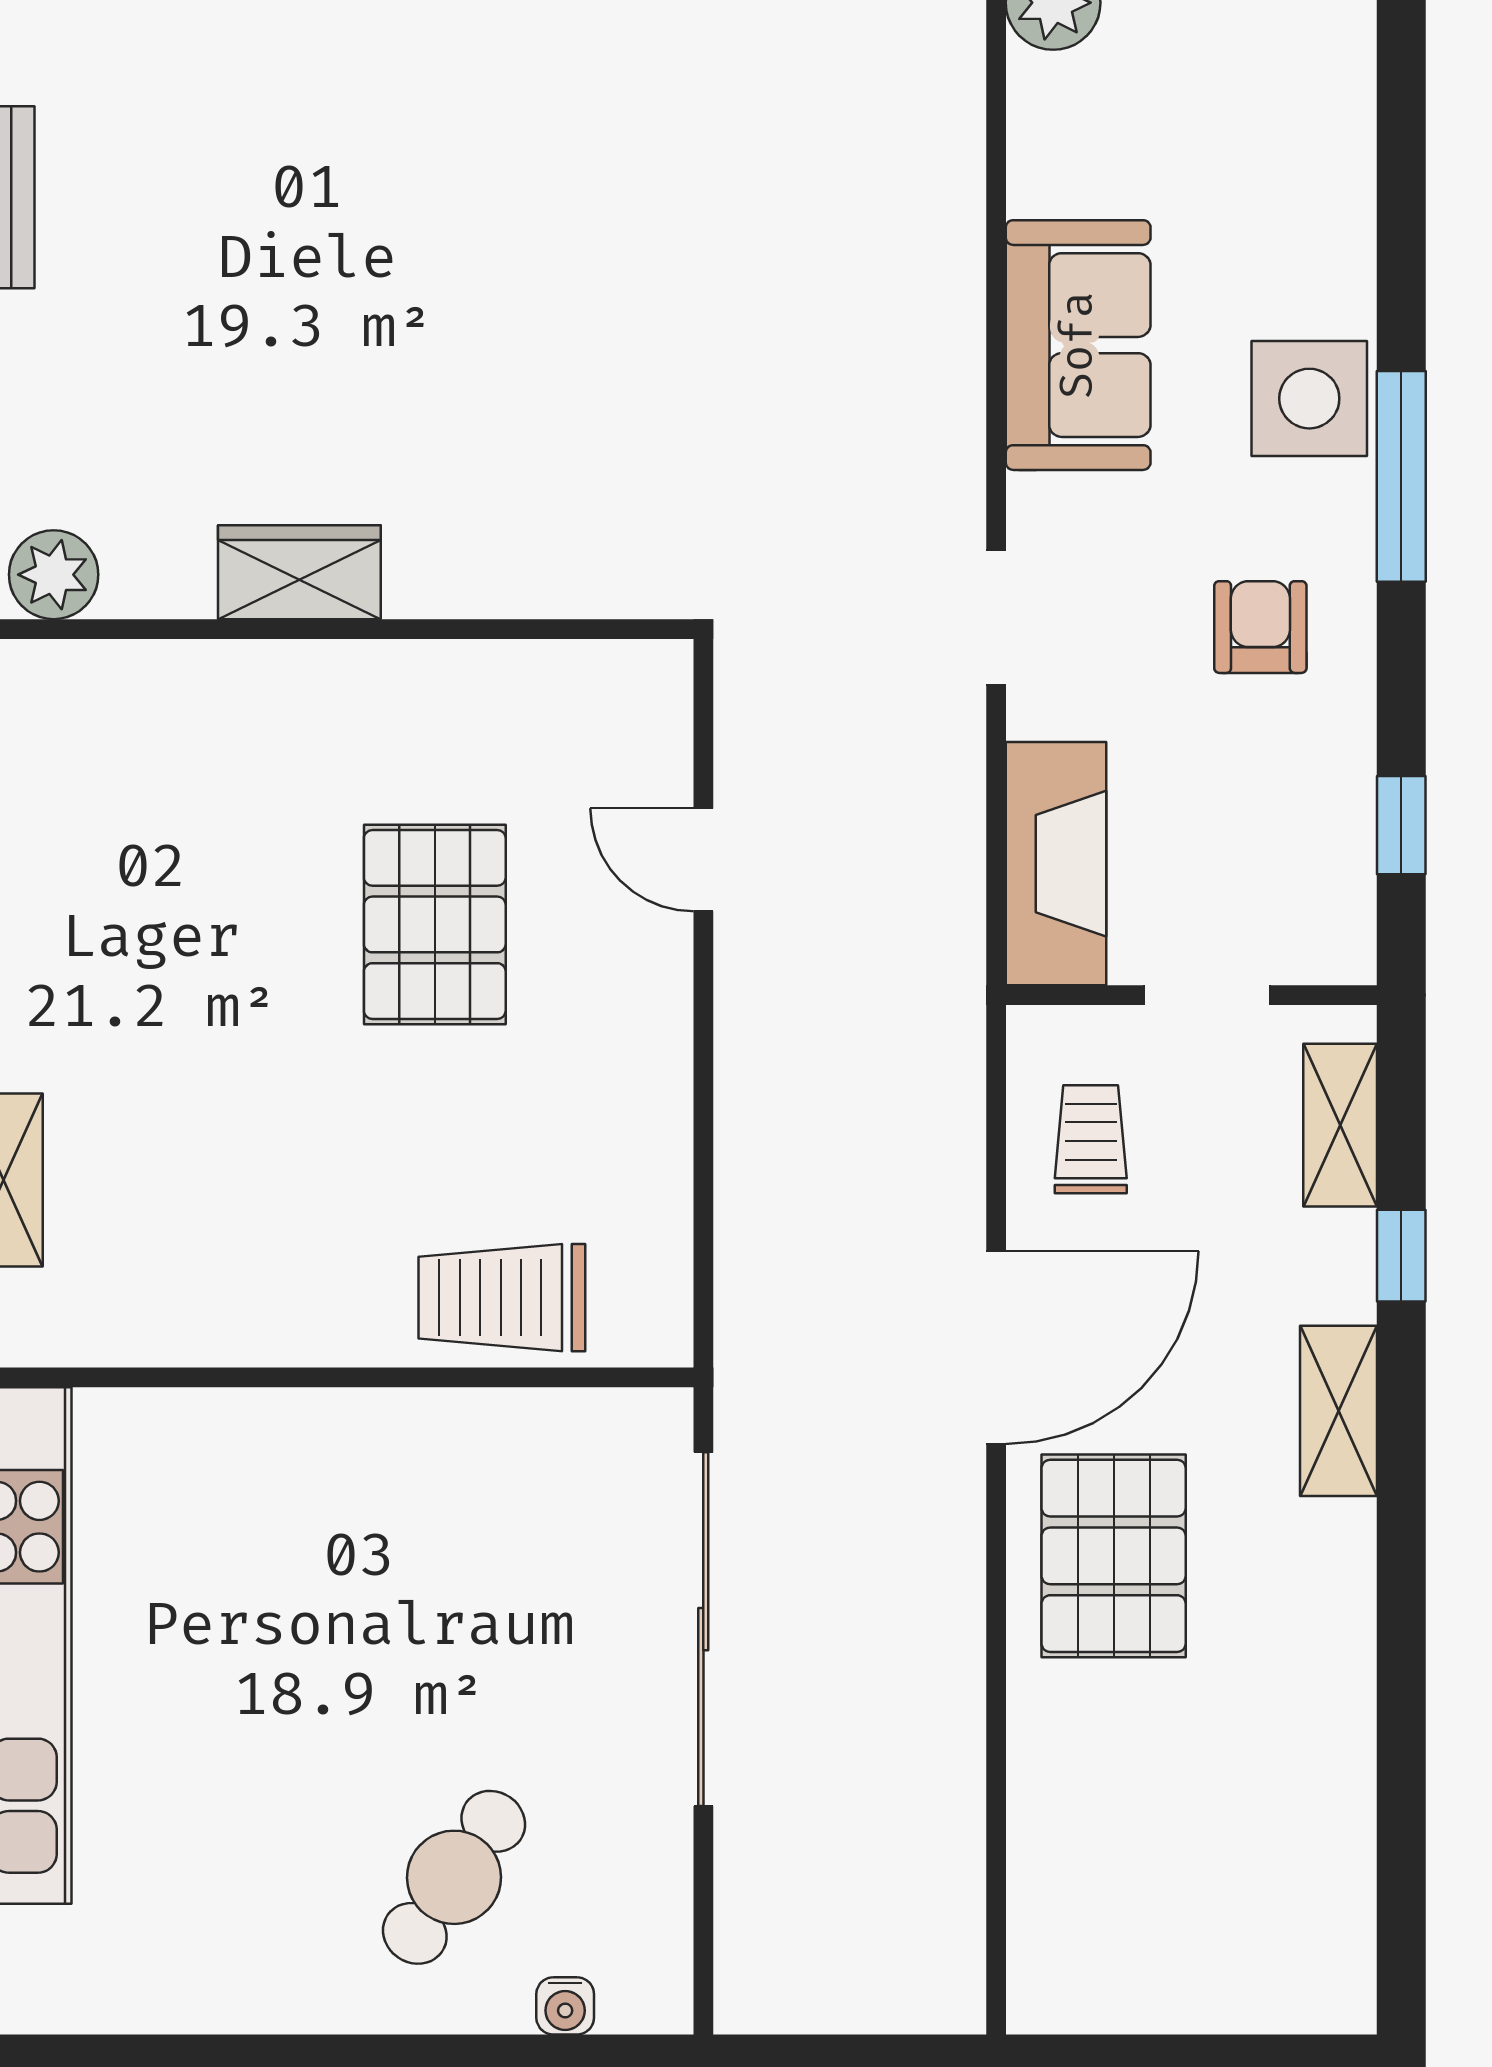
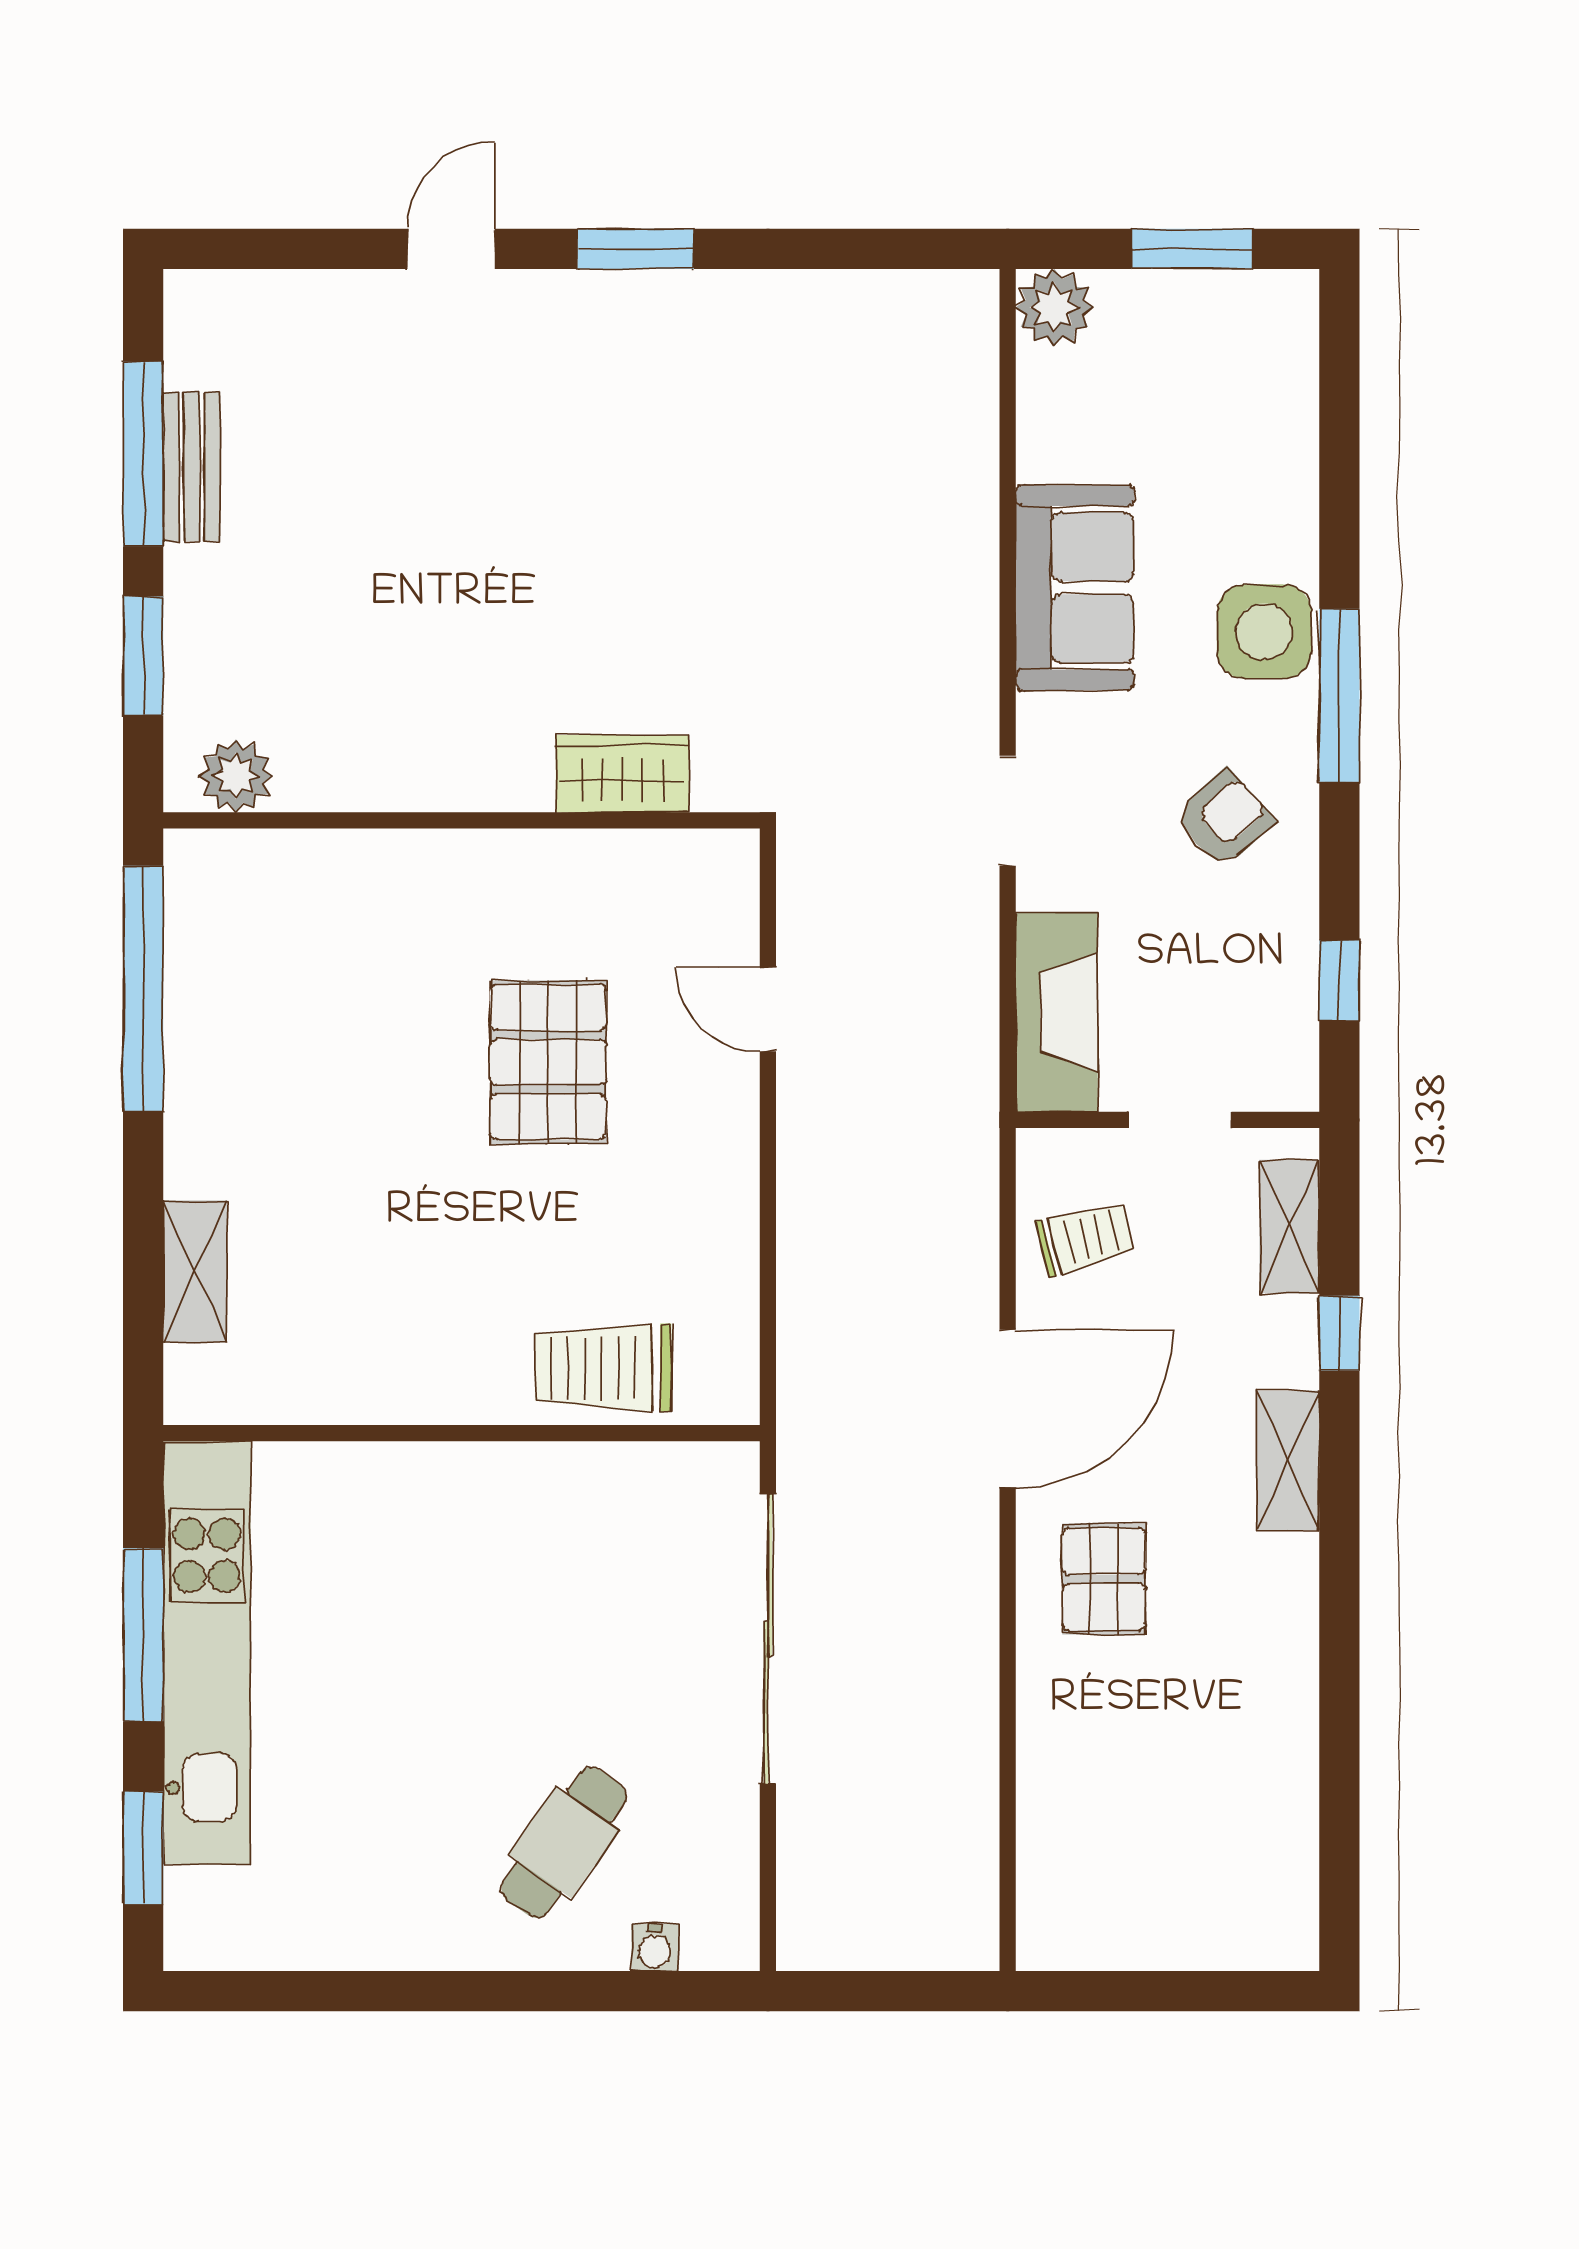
wardrobe: (299, 572) -> (622, 774), moved
armchair: (1260, 627) -> (1224, 819), turned 48
trolley: (1091, 1139) -> (1085, 1238), turned 75
pallet: (1114, 1556) -> (1104, 1579), width x0.67, depth x0.71

